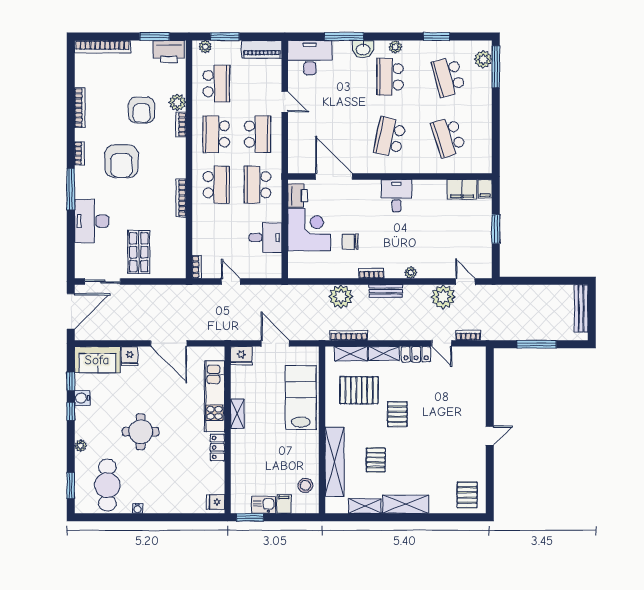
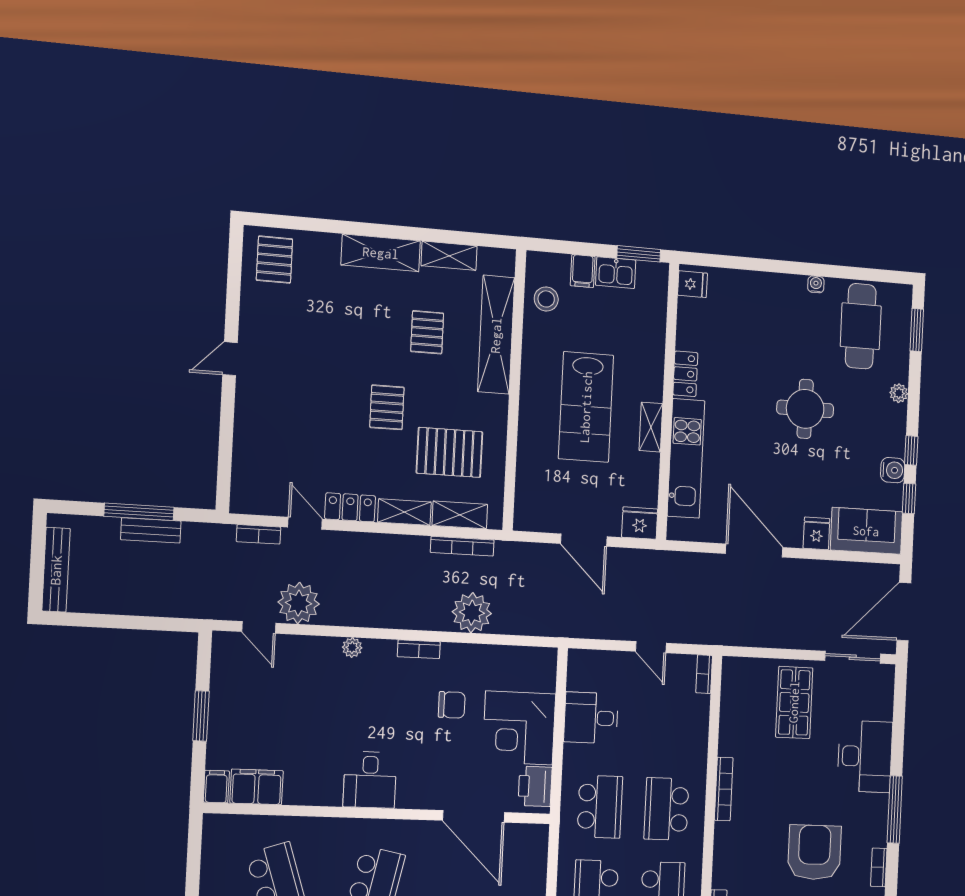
bench: (386, 291) -> (151, 530), moved
lab bench: (301, 398) -> (586, 407), moved

